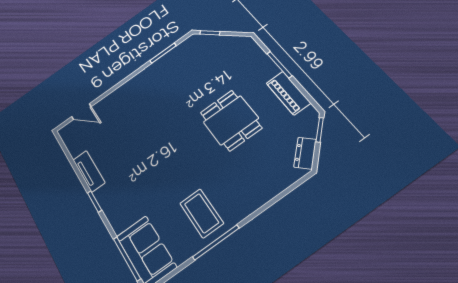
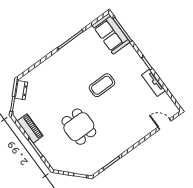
dining table: (231, 120) -> (79, 127), moved
coffee table: (202, 213) -> (102, 85), moved, turned 90

